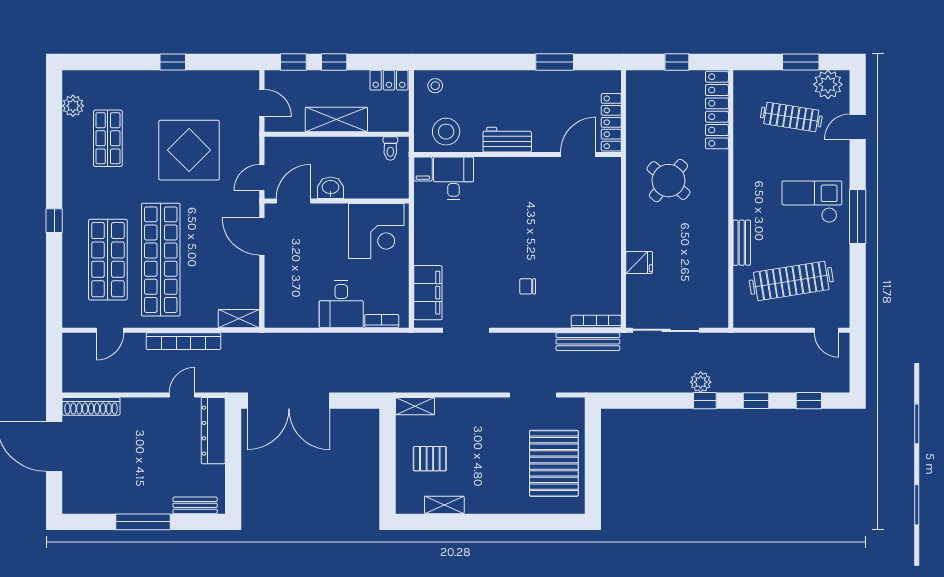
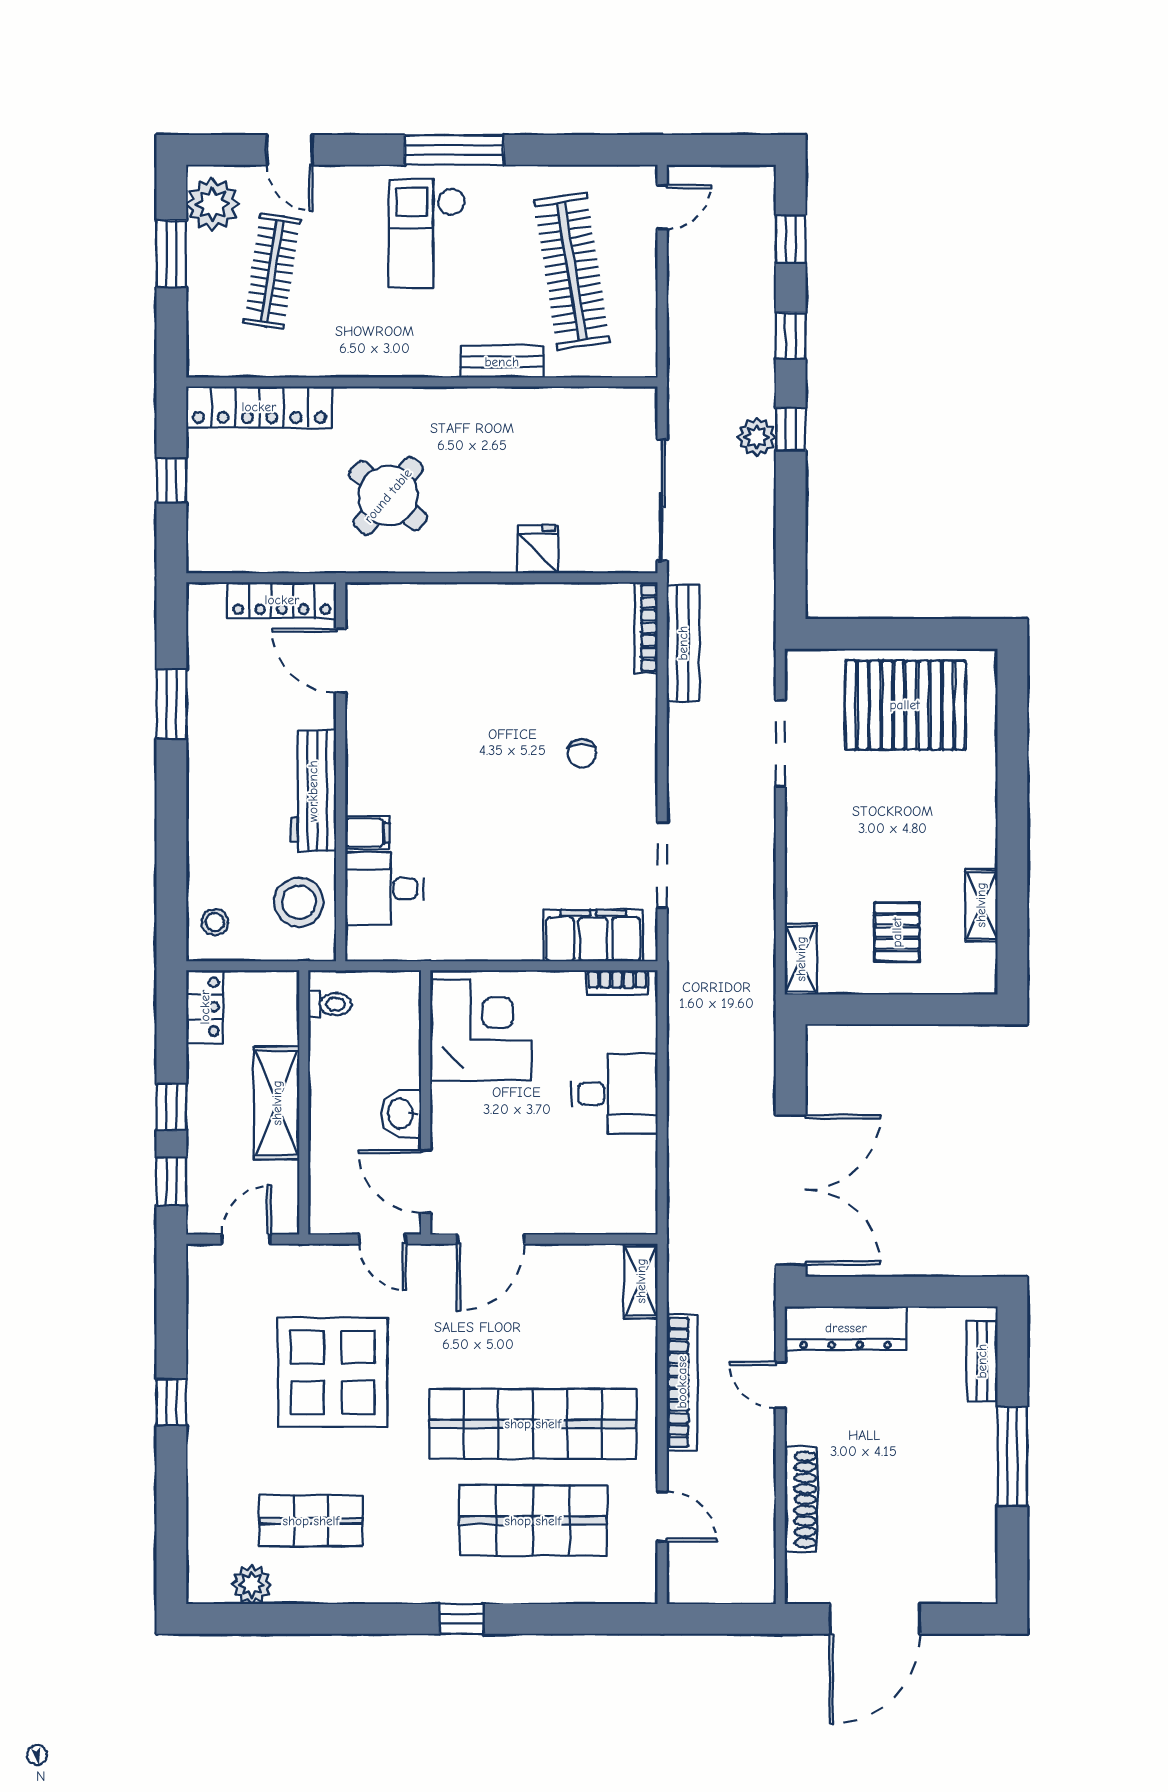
workbench: (507, 140) -> (313, 791), width x1.38
filing cabinet: (423, 169) -> (367, 833), moved
bookcase: (382, 321) -> (617, 982), moved, turned -90
shoe rack: (91, 406) -> (801, 1499), moved

